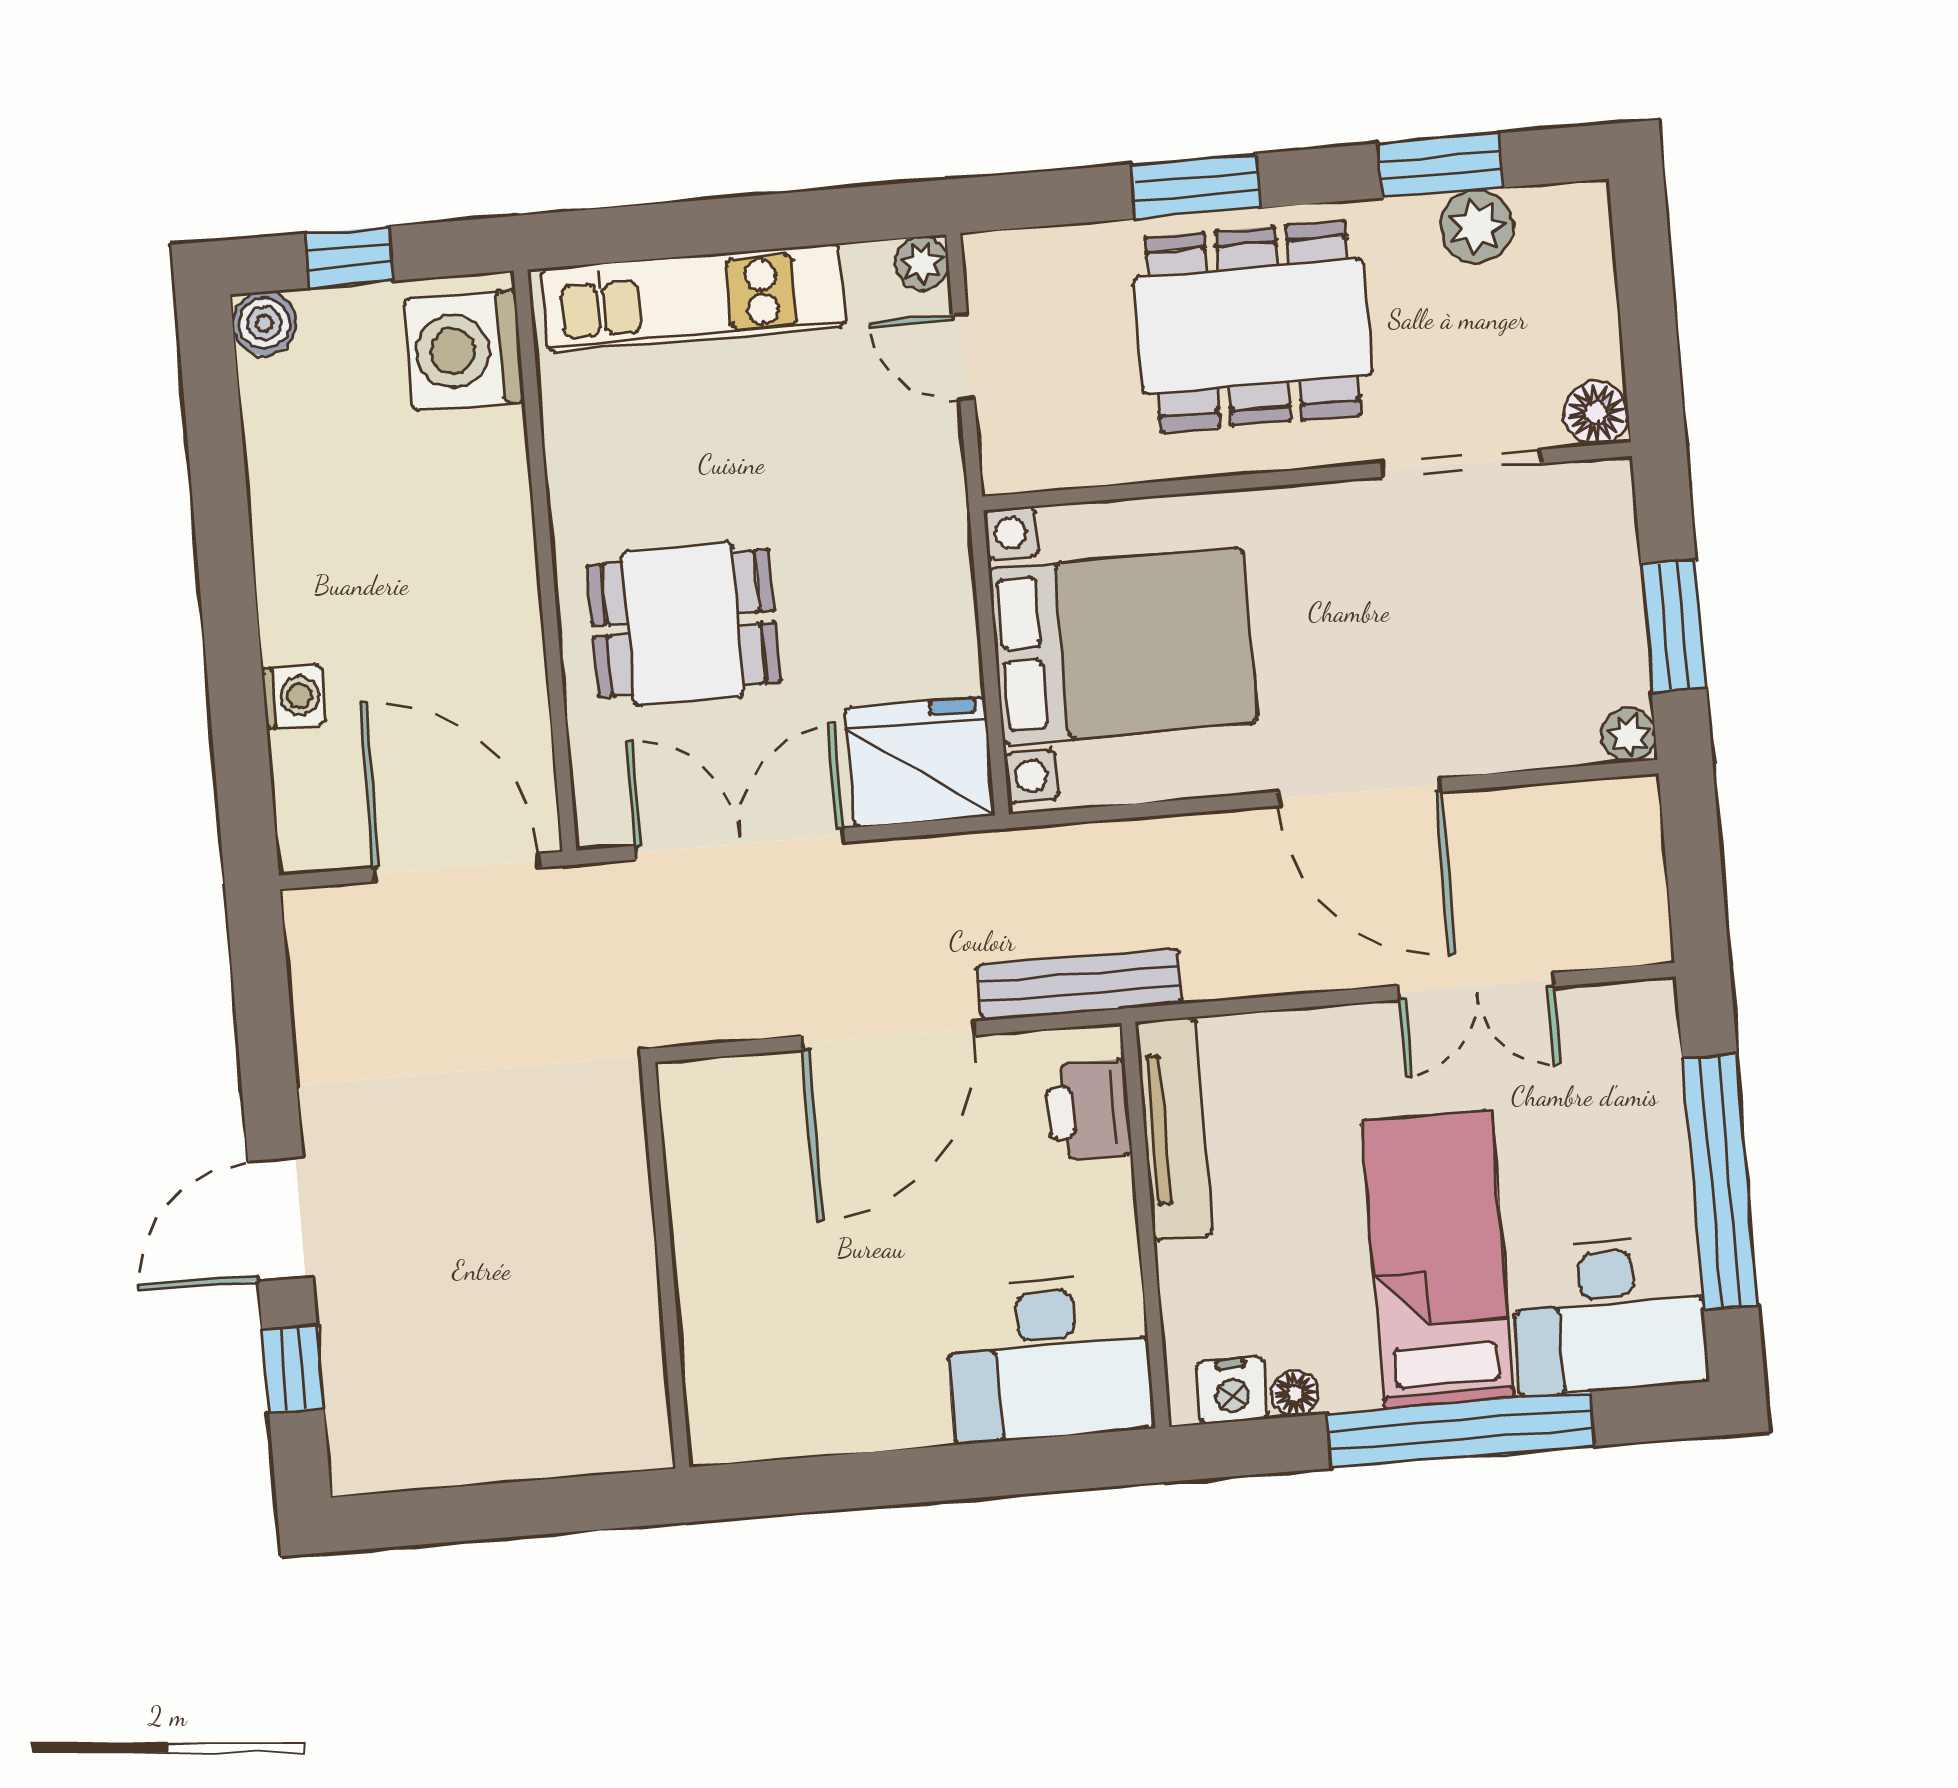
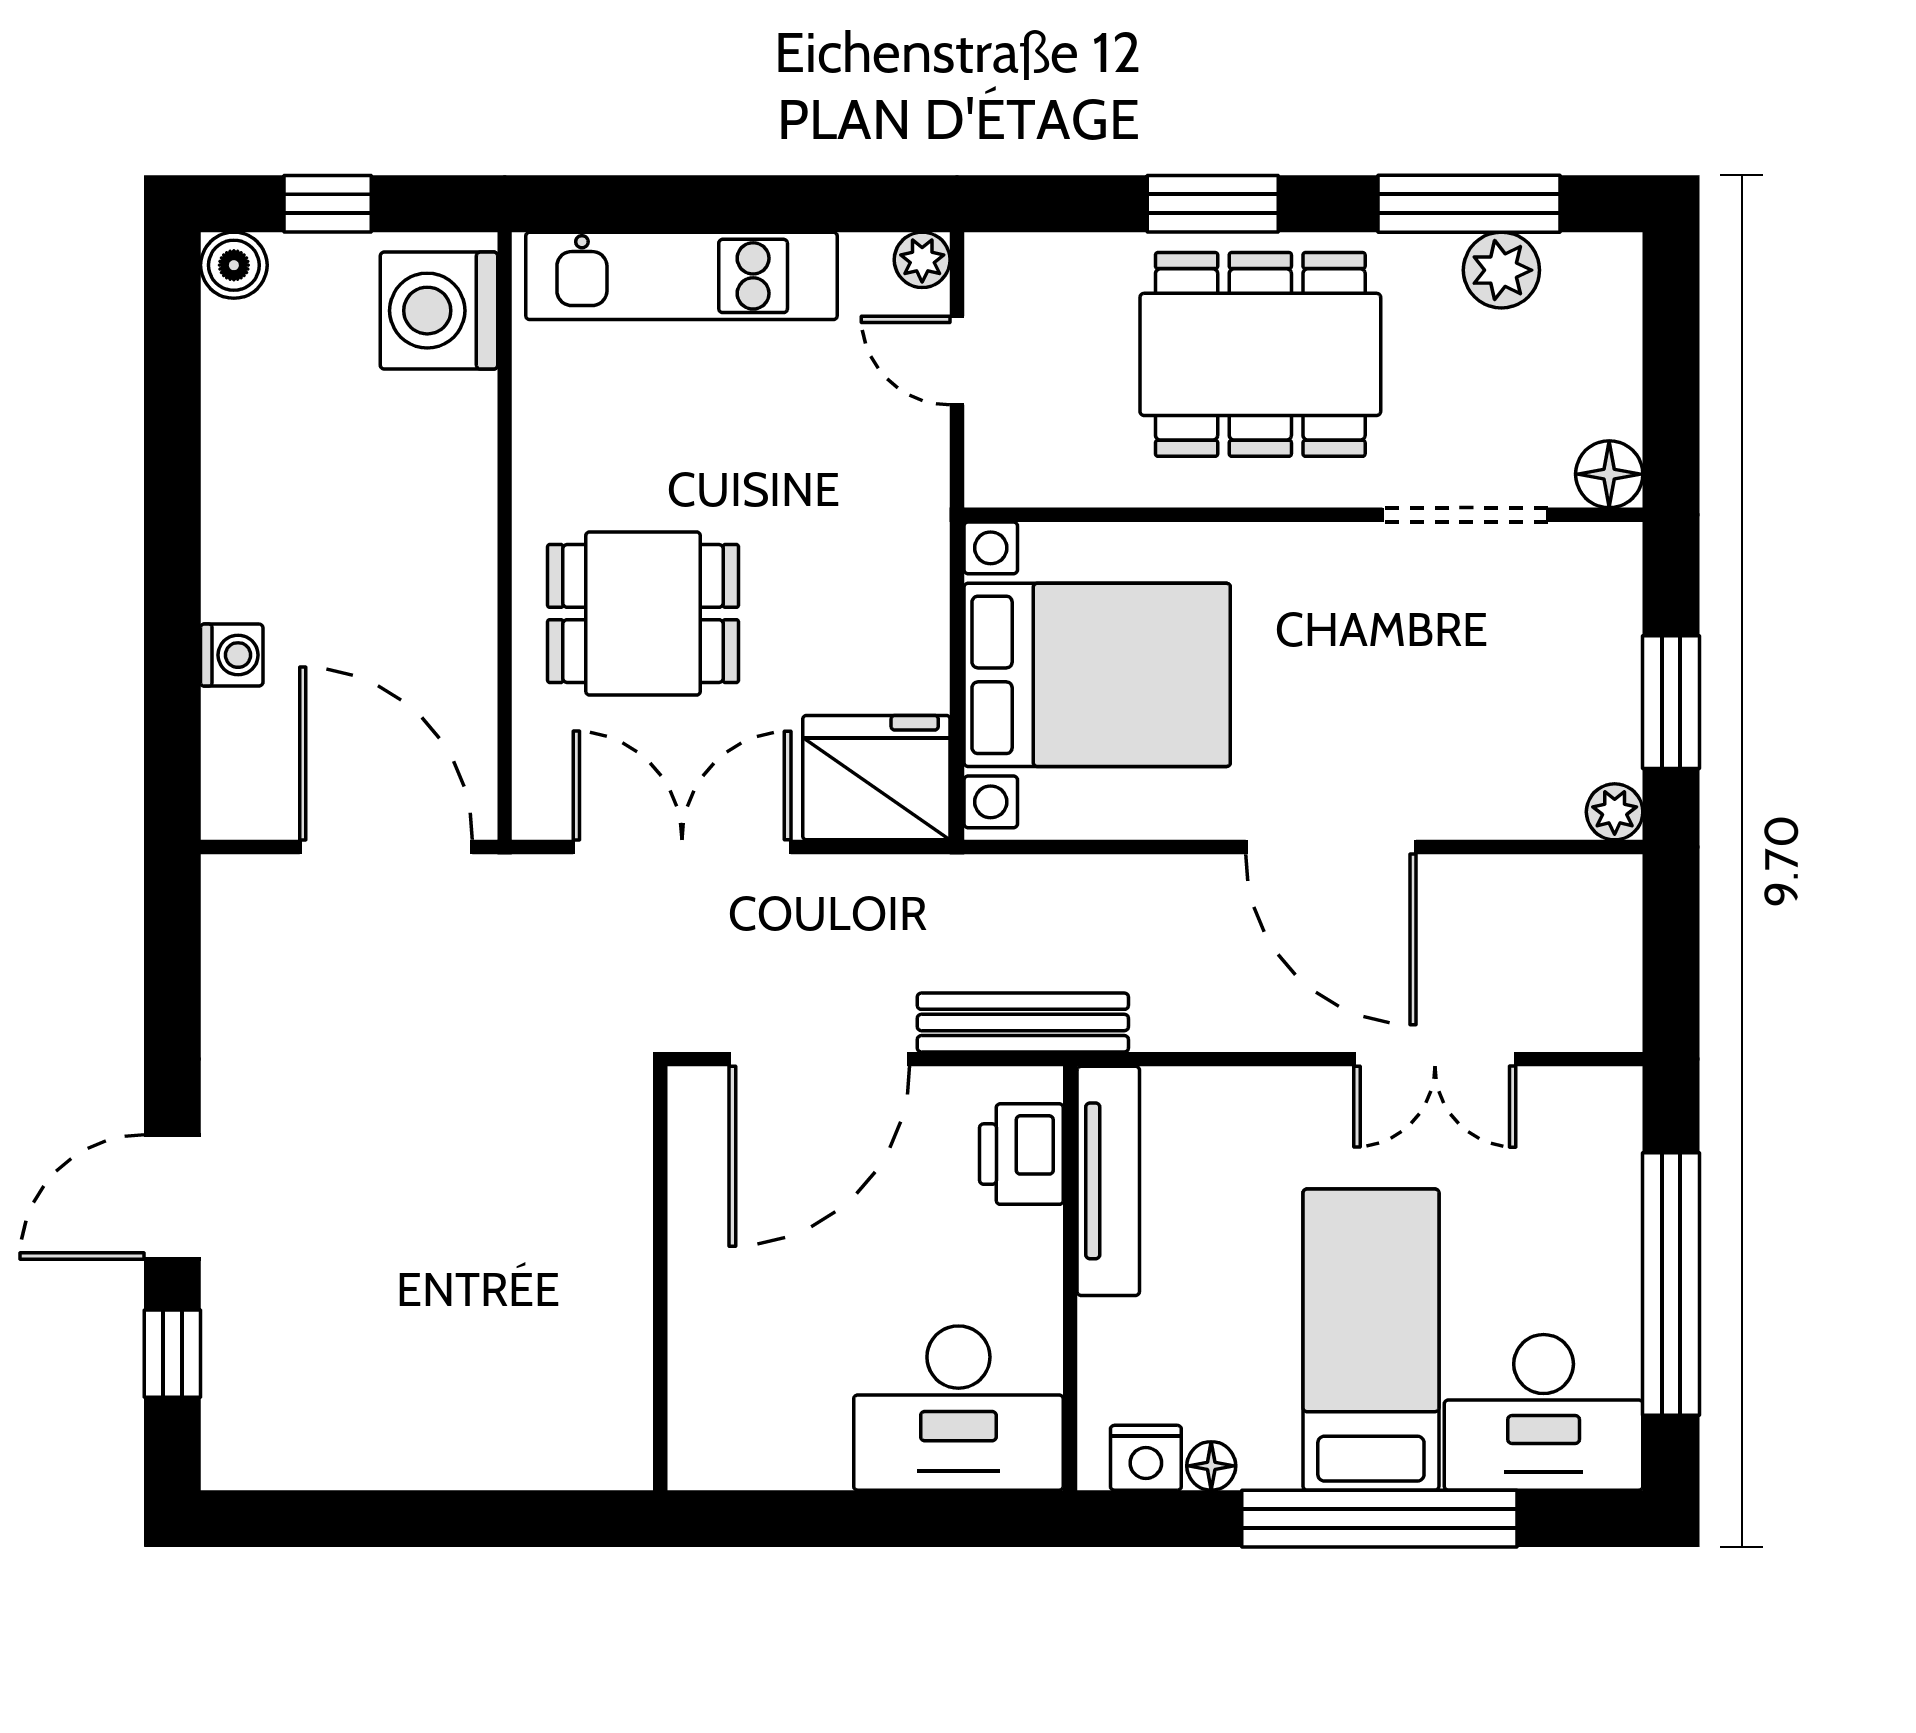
window: (1440, 165) -> (1469, 204), width x1.44
wall: (665, 1265) -> (660, 1278), moved

